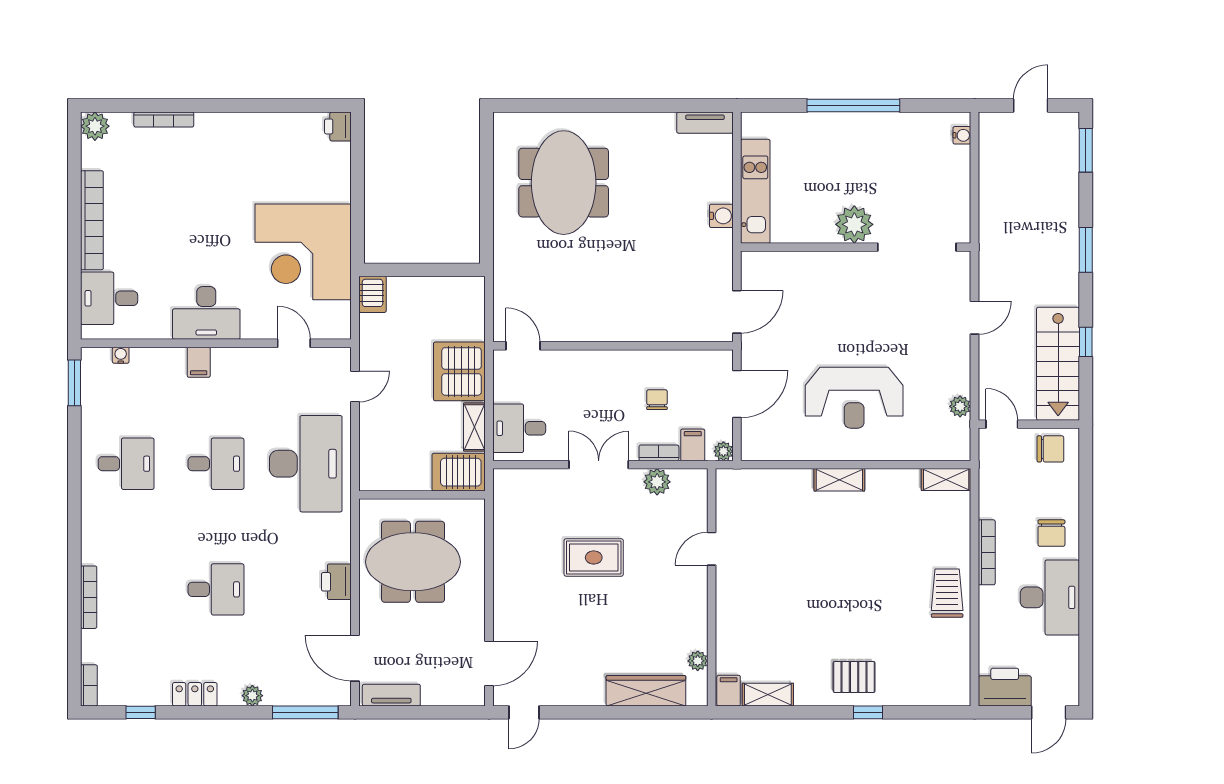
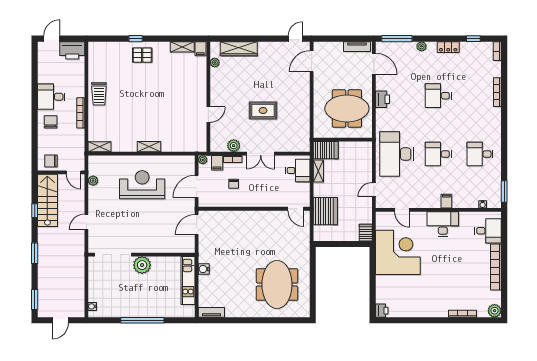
server rack: (459, 371) -> (325, 211), moved
desk: (1050, 597) -> (51, 97), width x0.73

